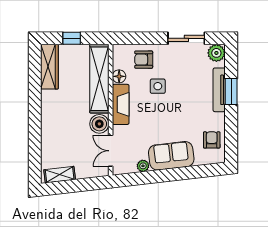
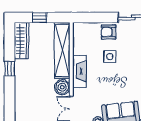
armchair: (144, 60) -> (109, 32), moved
floor lamp: (119, 76) -> (78, 49), removed
window: (35, 101) -> (10, 69), added

